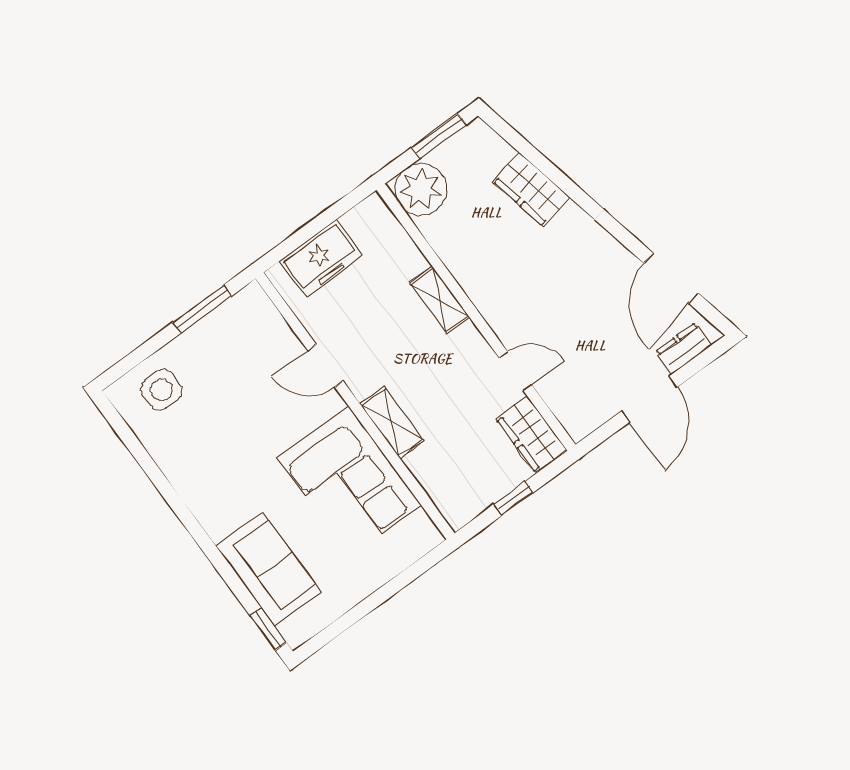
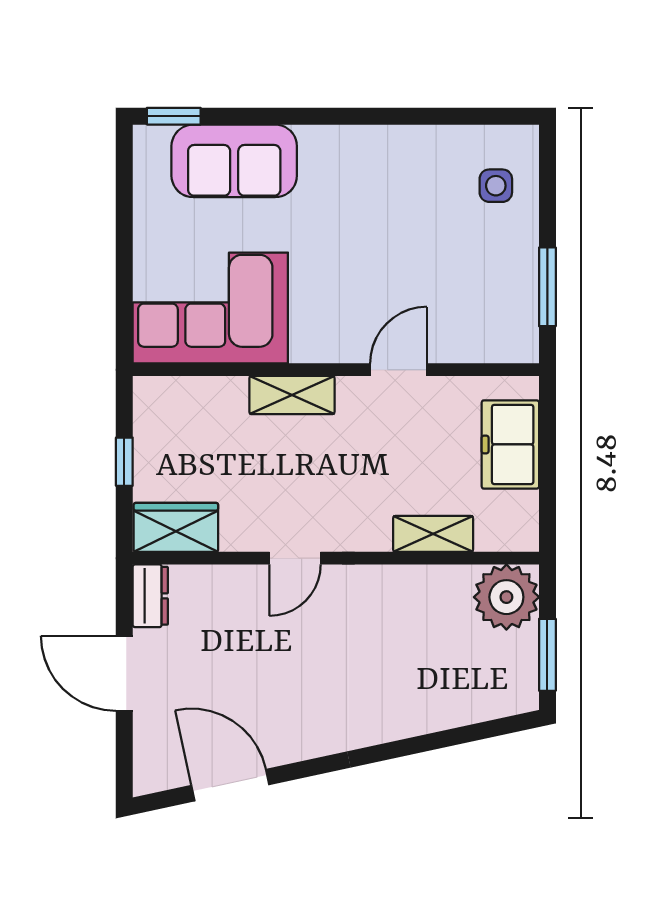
wardrobe: (531, 189) -> (425, 709), removed
shelving: (440, 300) -> (433, 534), moved
dresser: (684, 348) -> (150, 596), moved
door: (515, 371) -> (295, 558), moved
side table: (162, 390) -> (496, 186), width x0.73, depth x0.73
corner sofa: (349, 482) -> (210, 308), moved

